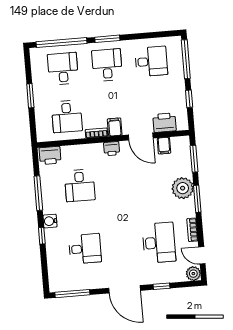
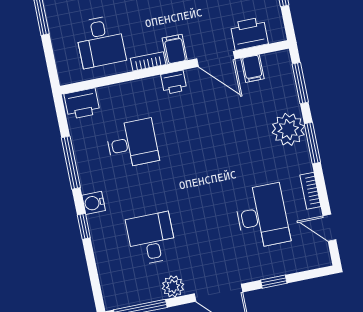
desk: (80, 185) -> (132, 144), turned -90
desk: (85, 249) -> (151, 238), turned -90
plant: (193, 274) -> (173, 286), moved

